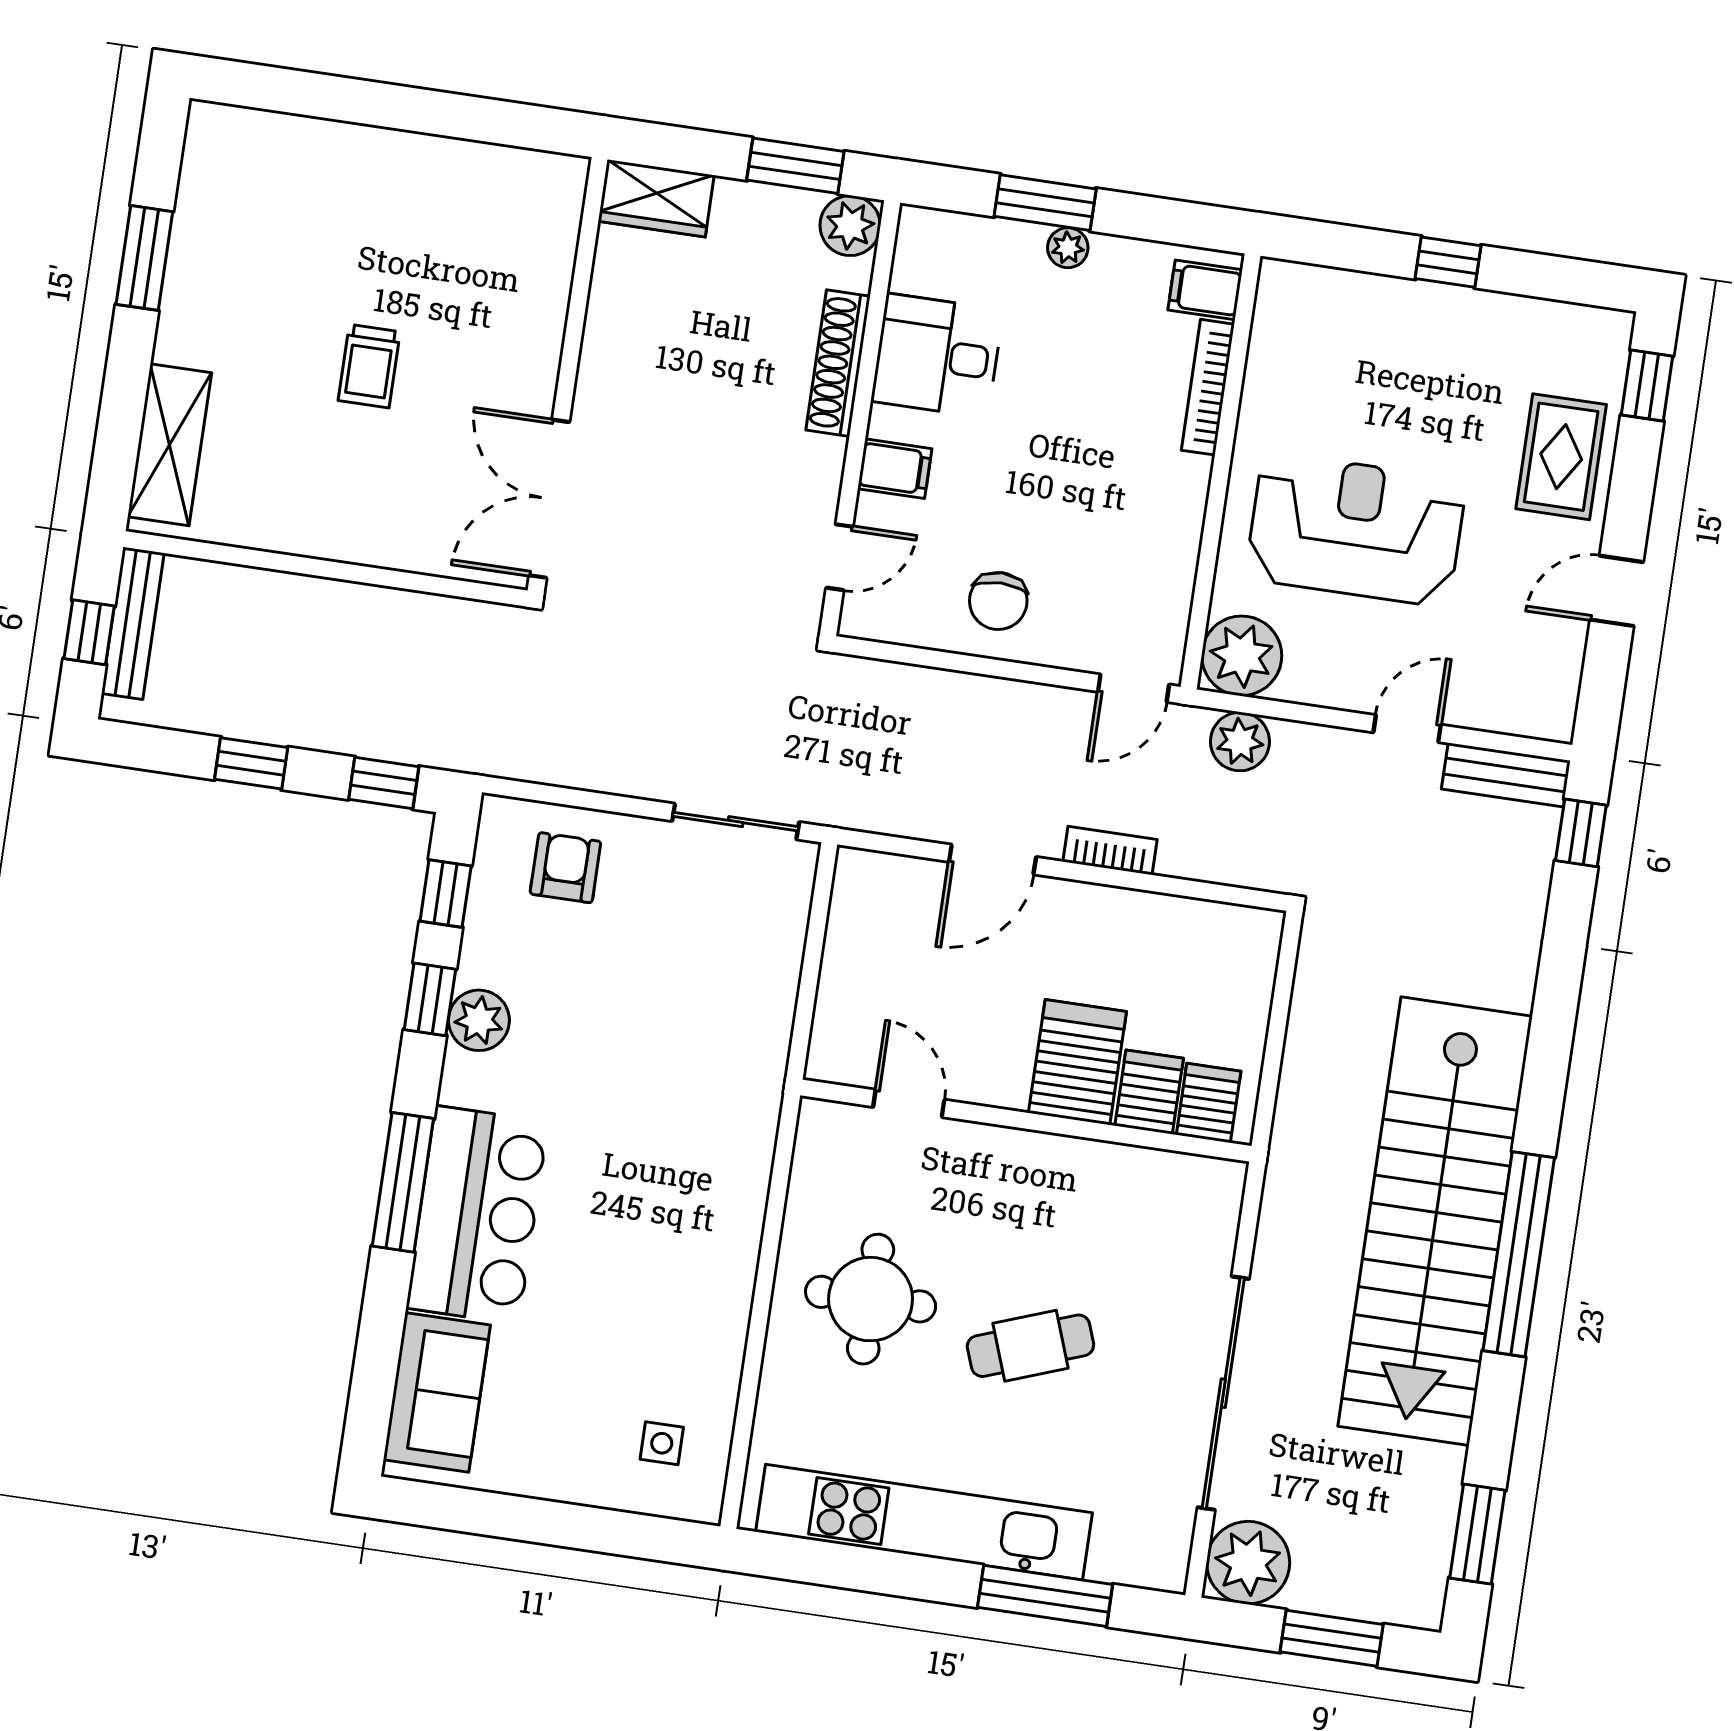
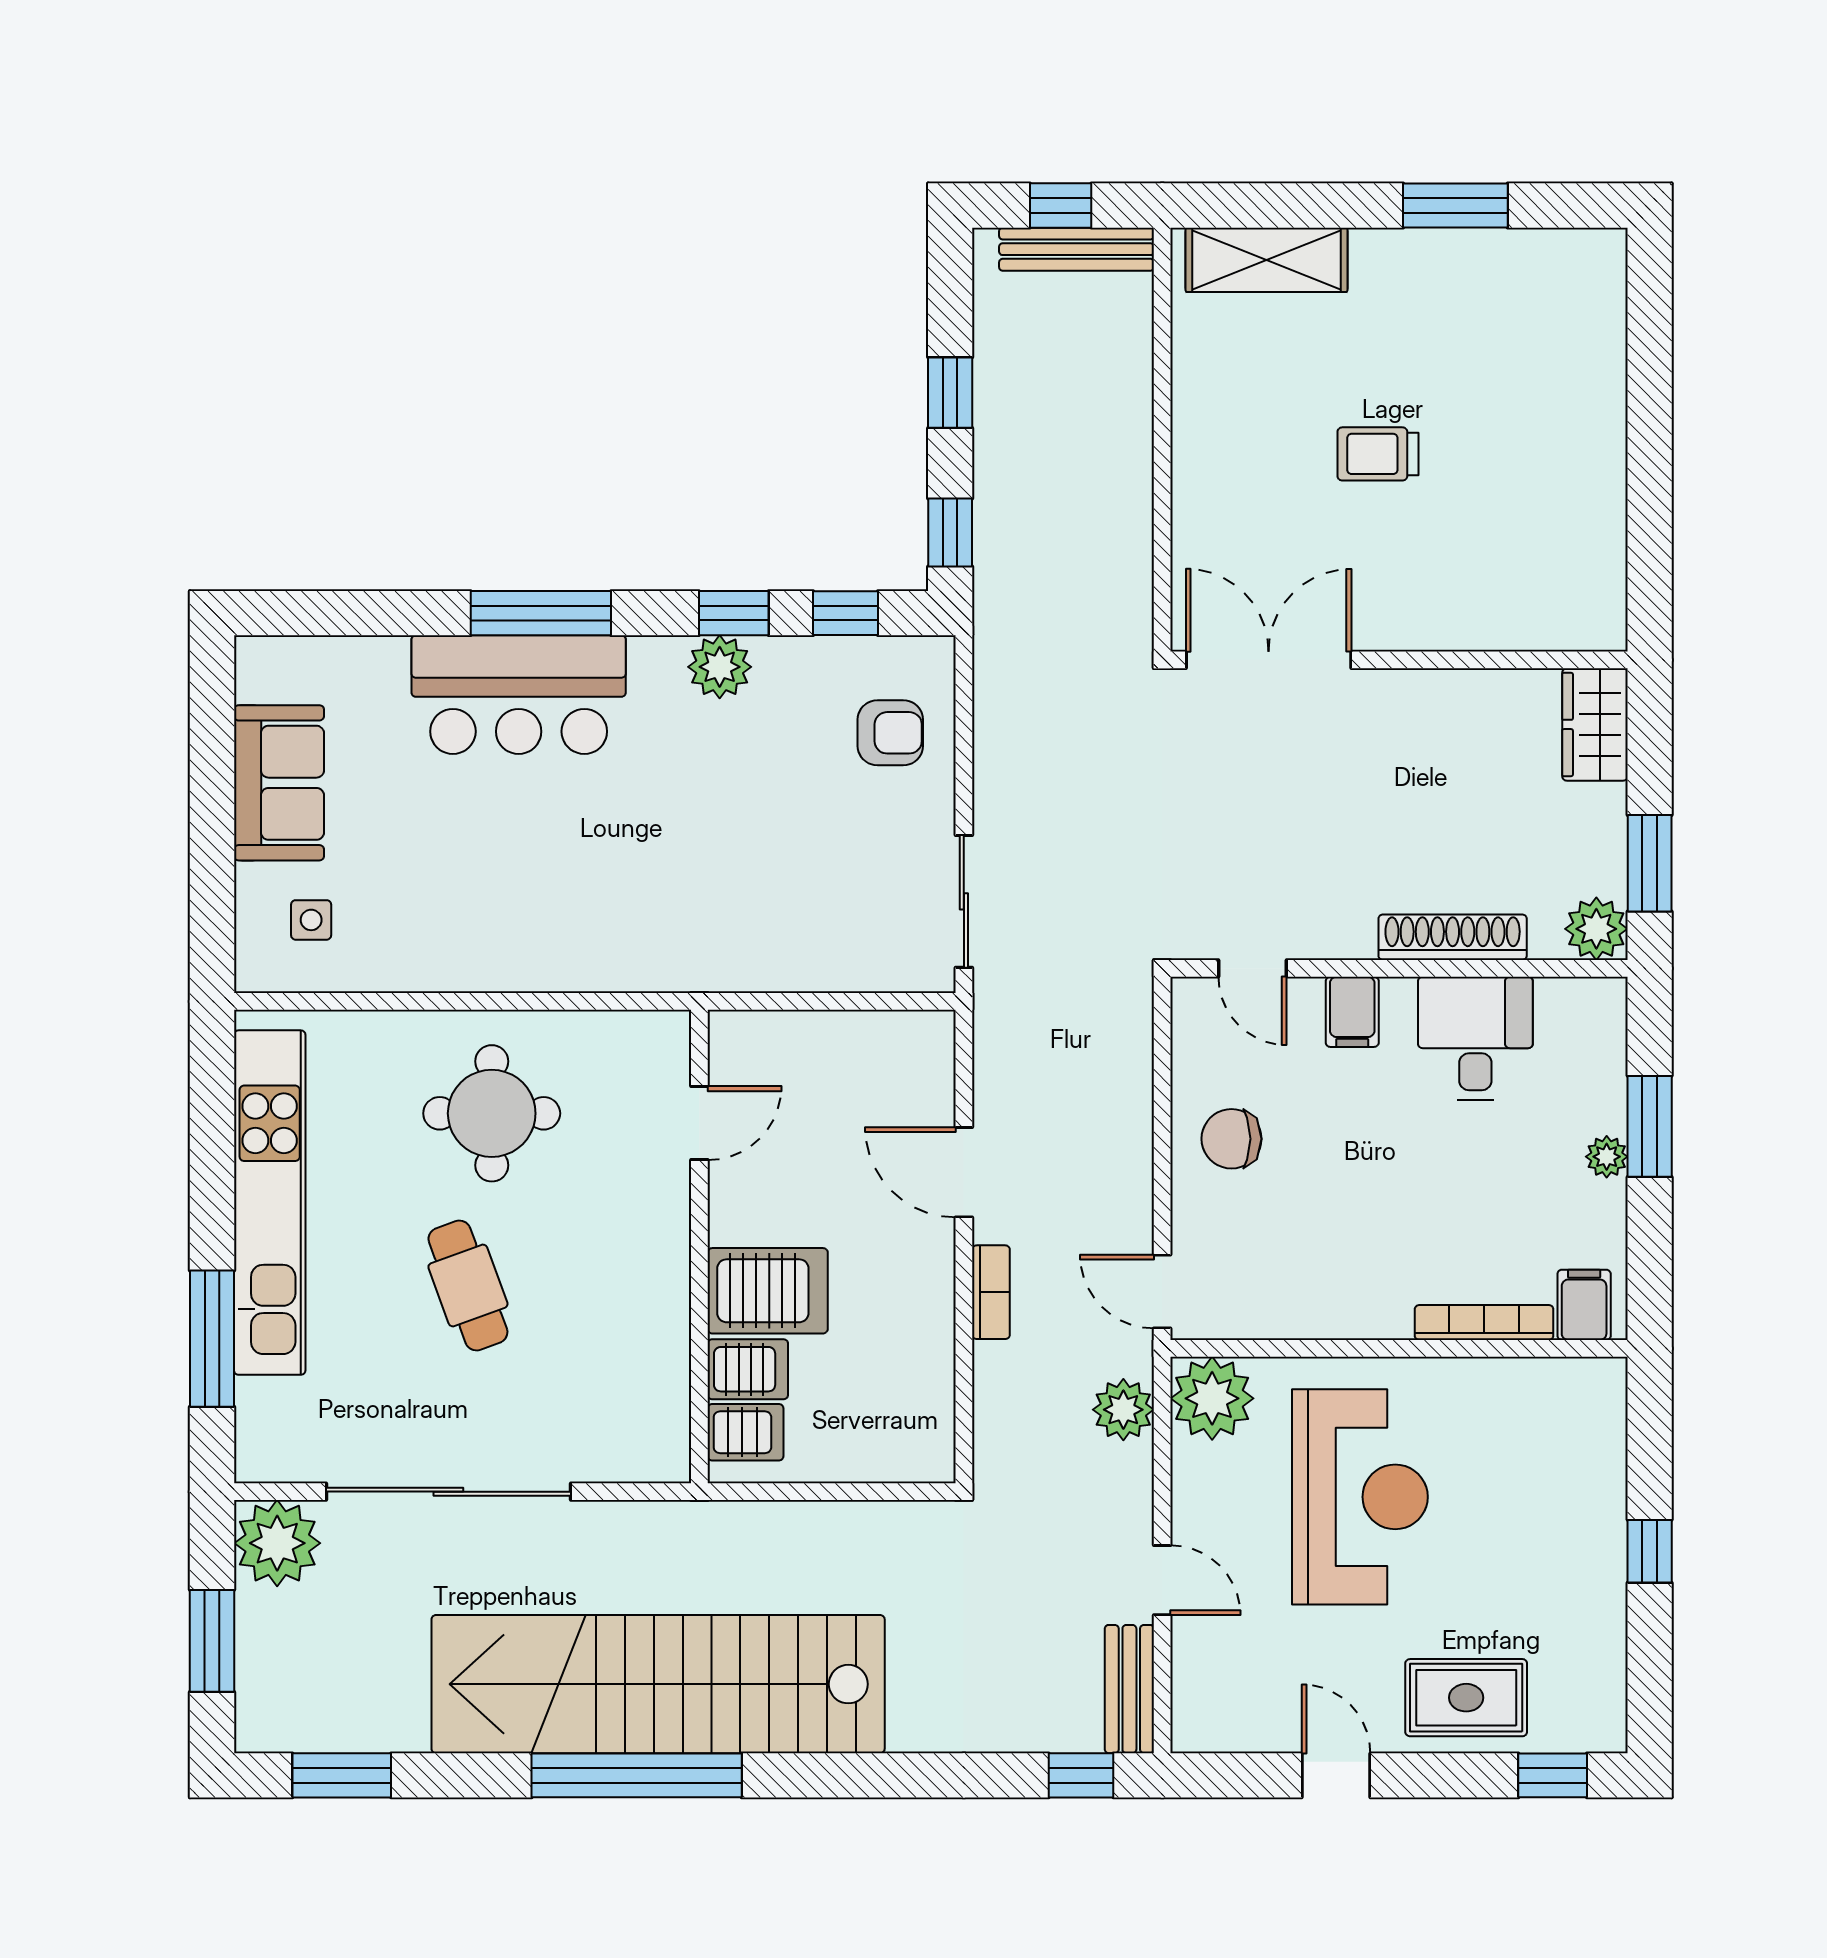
sofa: (437, 1392) -> (279, 783), moved, turned -90

